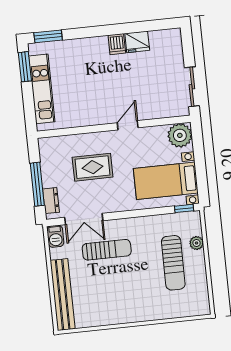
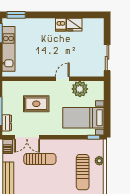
plant: (180, 135) -> (80, 89), moved

